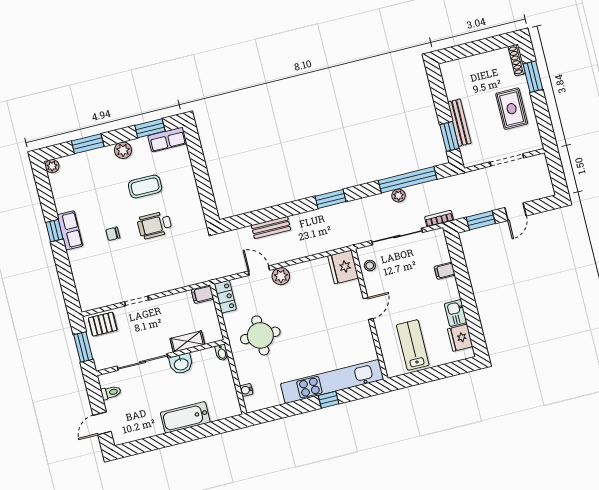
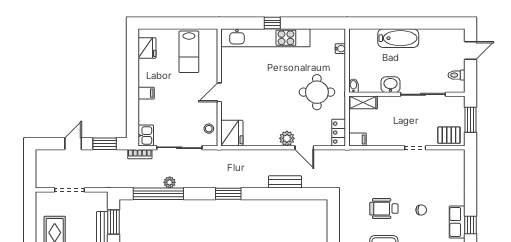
wheelchair: (155, 225) -> (384, 209), turned 180
filing cabinet: (445, 271) -> (146, 93), moved
kitchen sink: (456, 313) -> (146, 135), moved
shelving: (187, 342) -> (363, 102), moved

